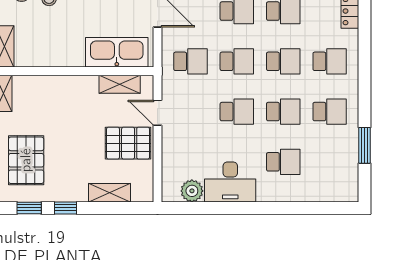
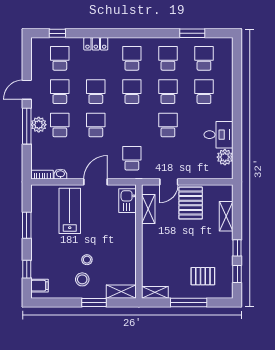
kitchen sink: (117, 52) -> (127, 201), width x0.53, depth x0.81
school desk: (237, 61) -> (204, 58), moved
pallet: (26, 160) -> (203, 276), width x0.67, depth x0.71
desk: (230, 182) -> (218, 135), width x0.73

